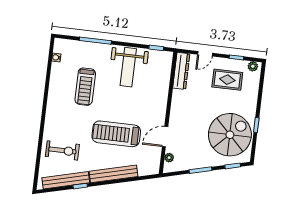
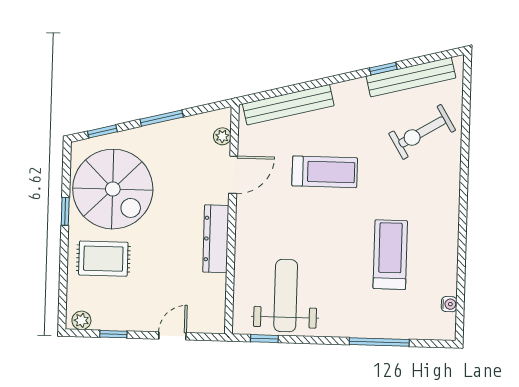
weight bench: (128, 67) -> (286, 296), moved
dresser: (181, 71) -> (216, 239), moved
rug: (227, 80) -> (103, 259), moved
treadmill: (116, 134) -> (325, 172), width x0.73, depth x0.73
spiral stairs: (230, 135) -> (113, 189), turned -90
exercise bike: (62, 150) -> (422, 132), turned -31
bench: (113, 174) -> (288, 105), moved

